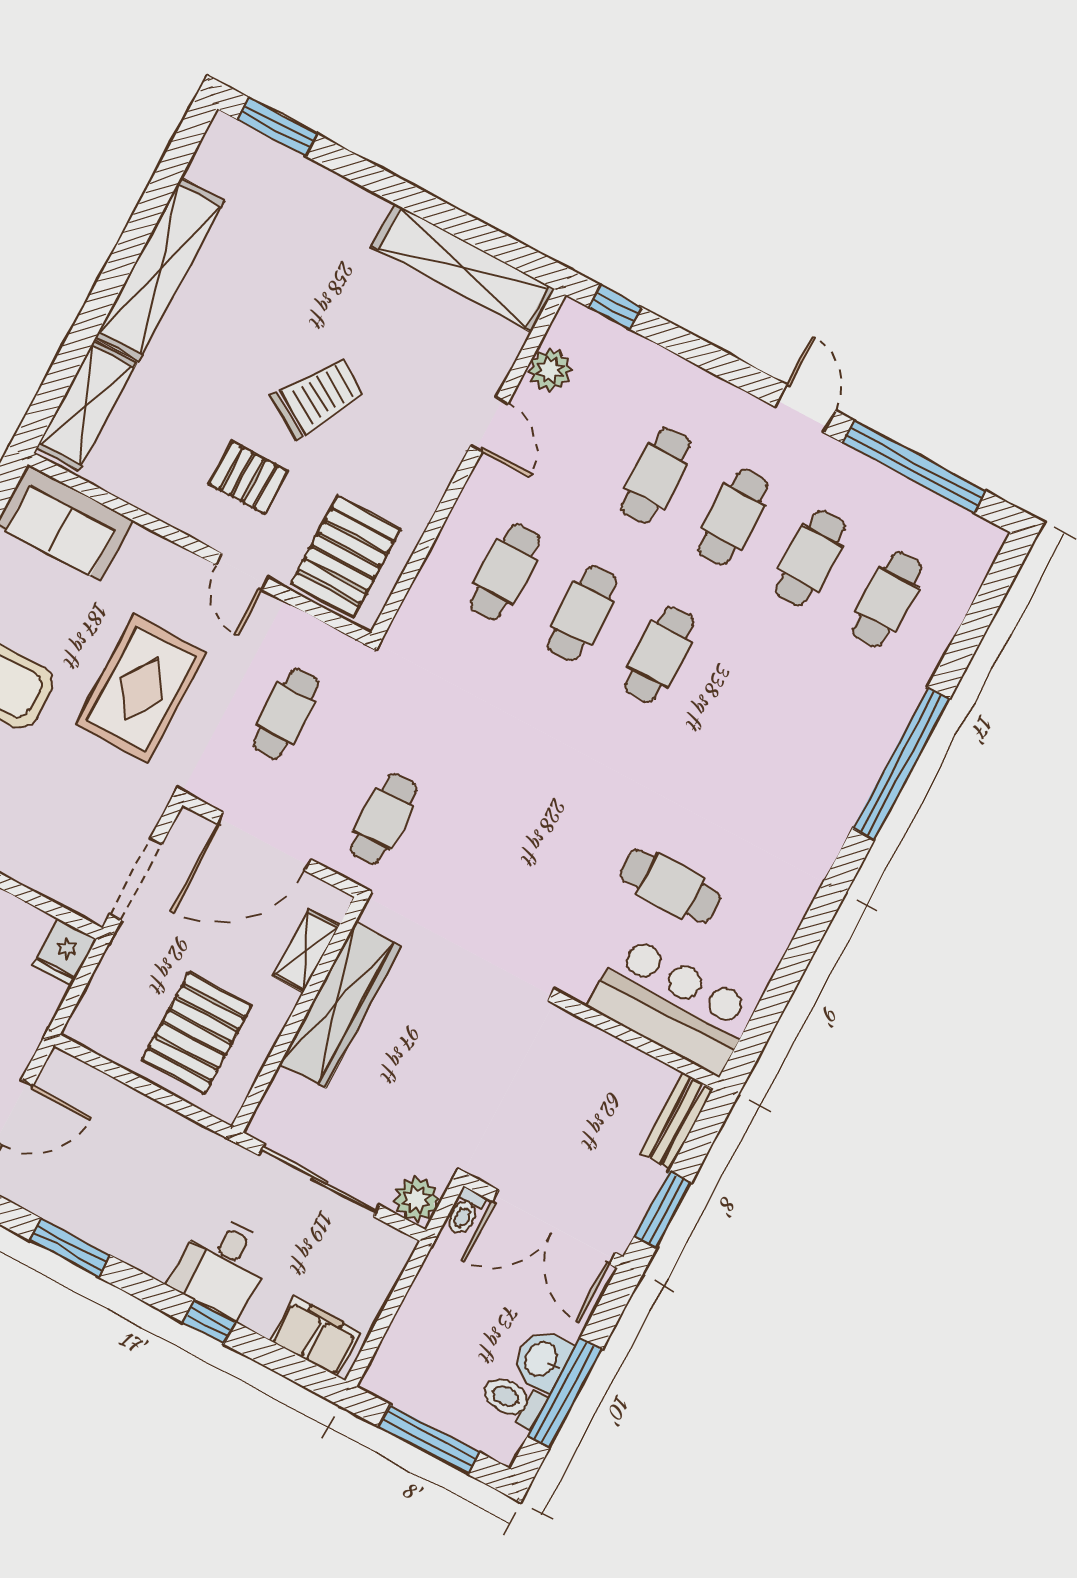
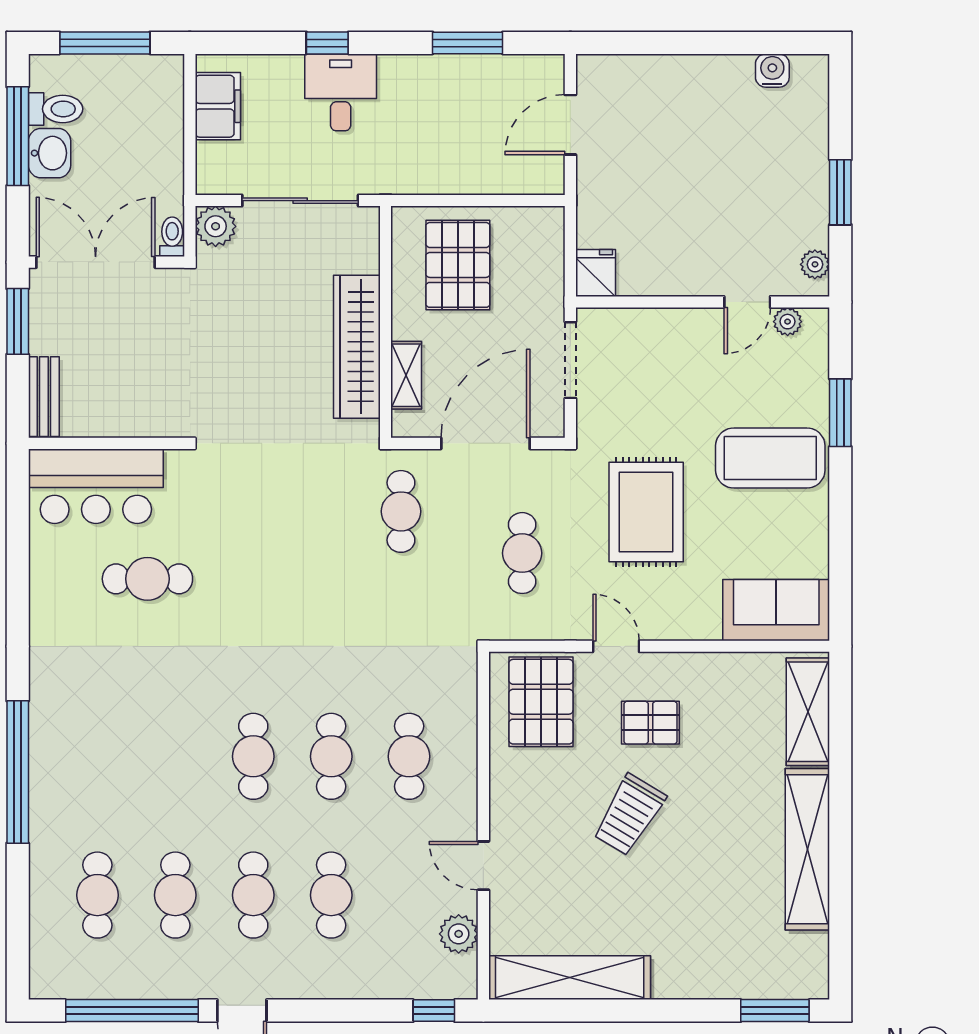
filing cabinet: (315, 1336) -> (218, 106), moved, turned -90

